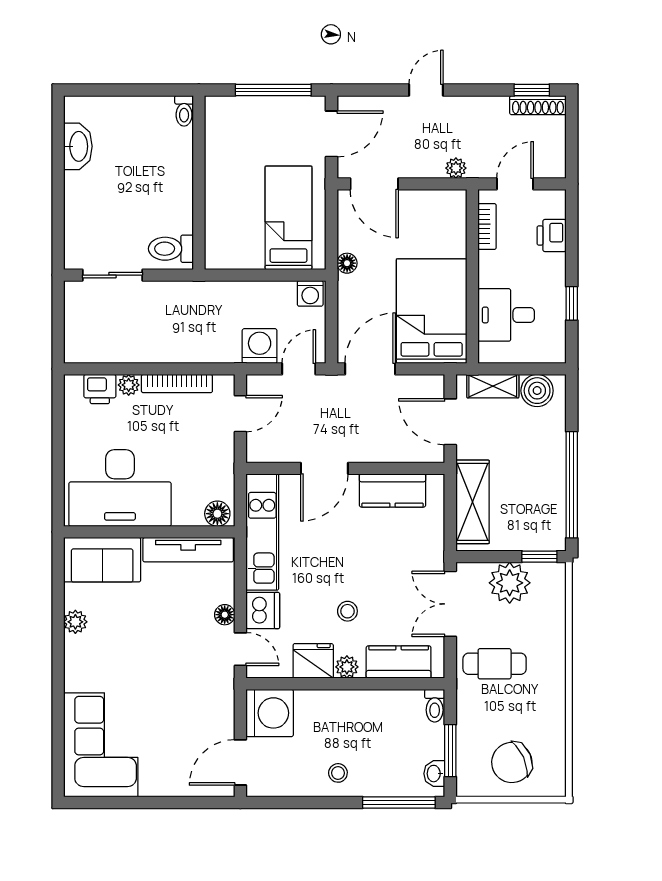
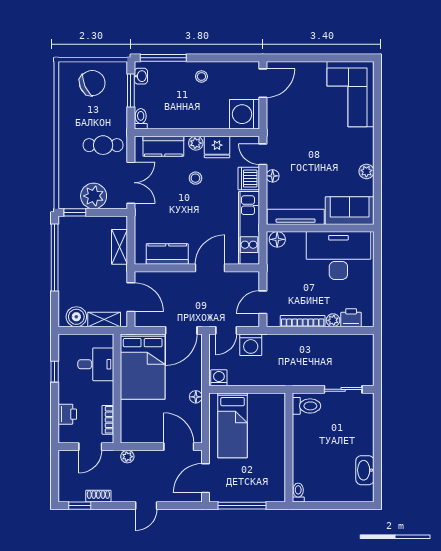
shoe rack: (538, 105) -> (98, 496), moved, width x0.70
shelving: (472, 502) -> (120, 247), width x0.67, depth x0.75

